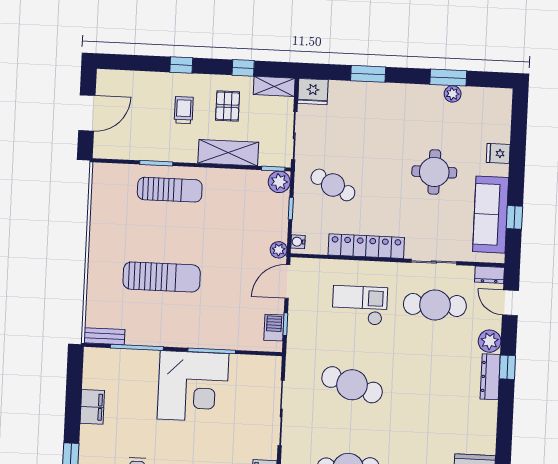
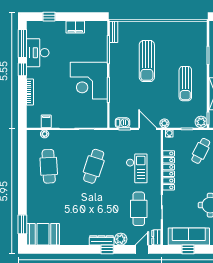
sun lounger: (170, 190) -> (185, 84), moved

